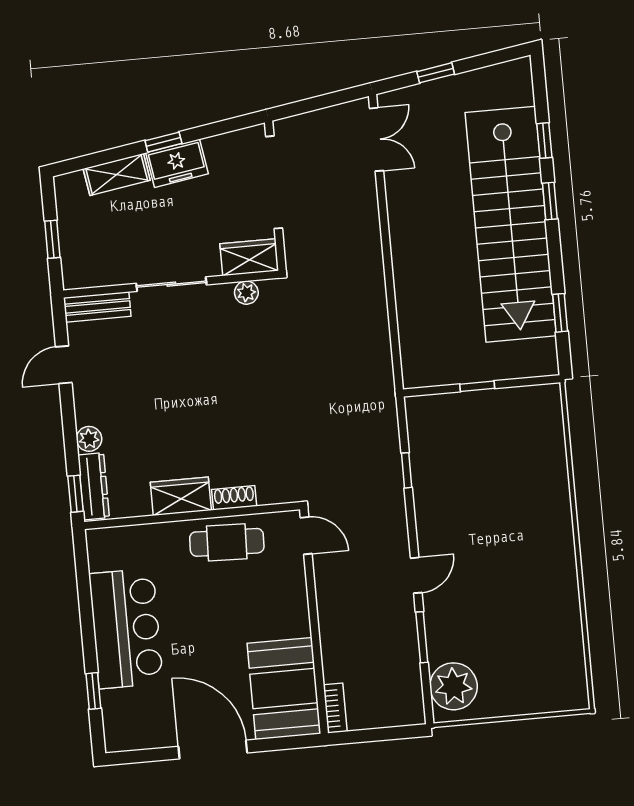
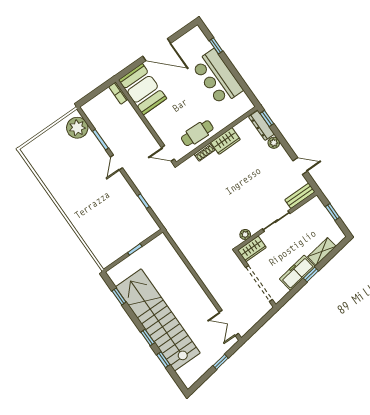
freezer: (177, 163) -> (297, 273), width x1.40
door: (64, 365) -> (300, 166), hinge flipped

